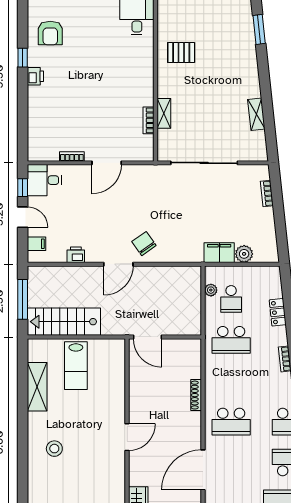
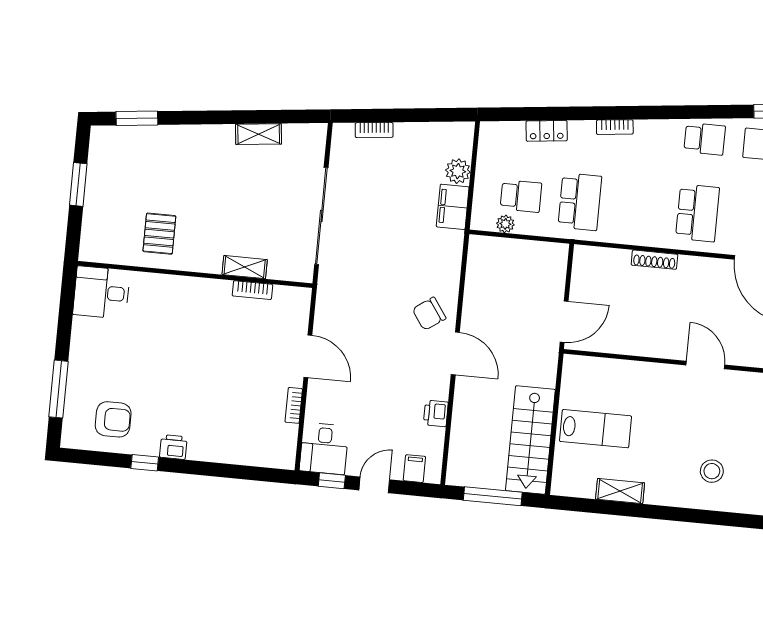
shelving: (37, 387) -> (620, 491), width x0.67, depth x0.75

